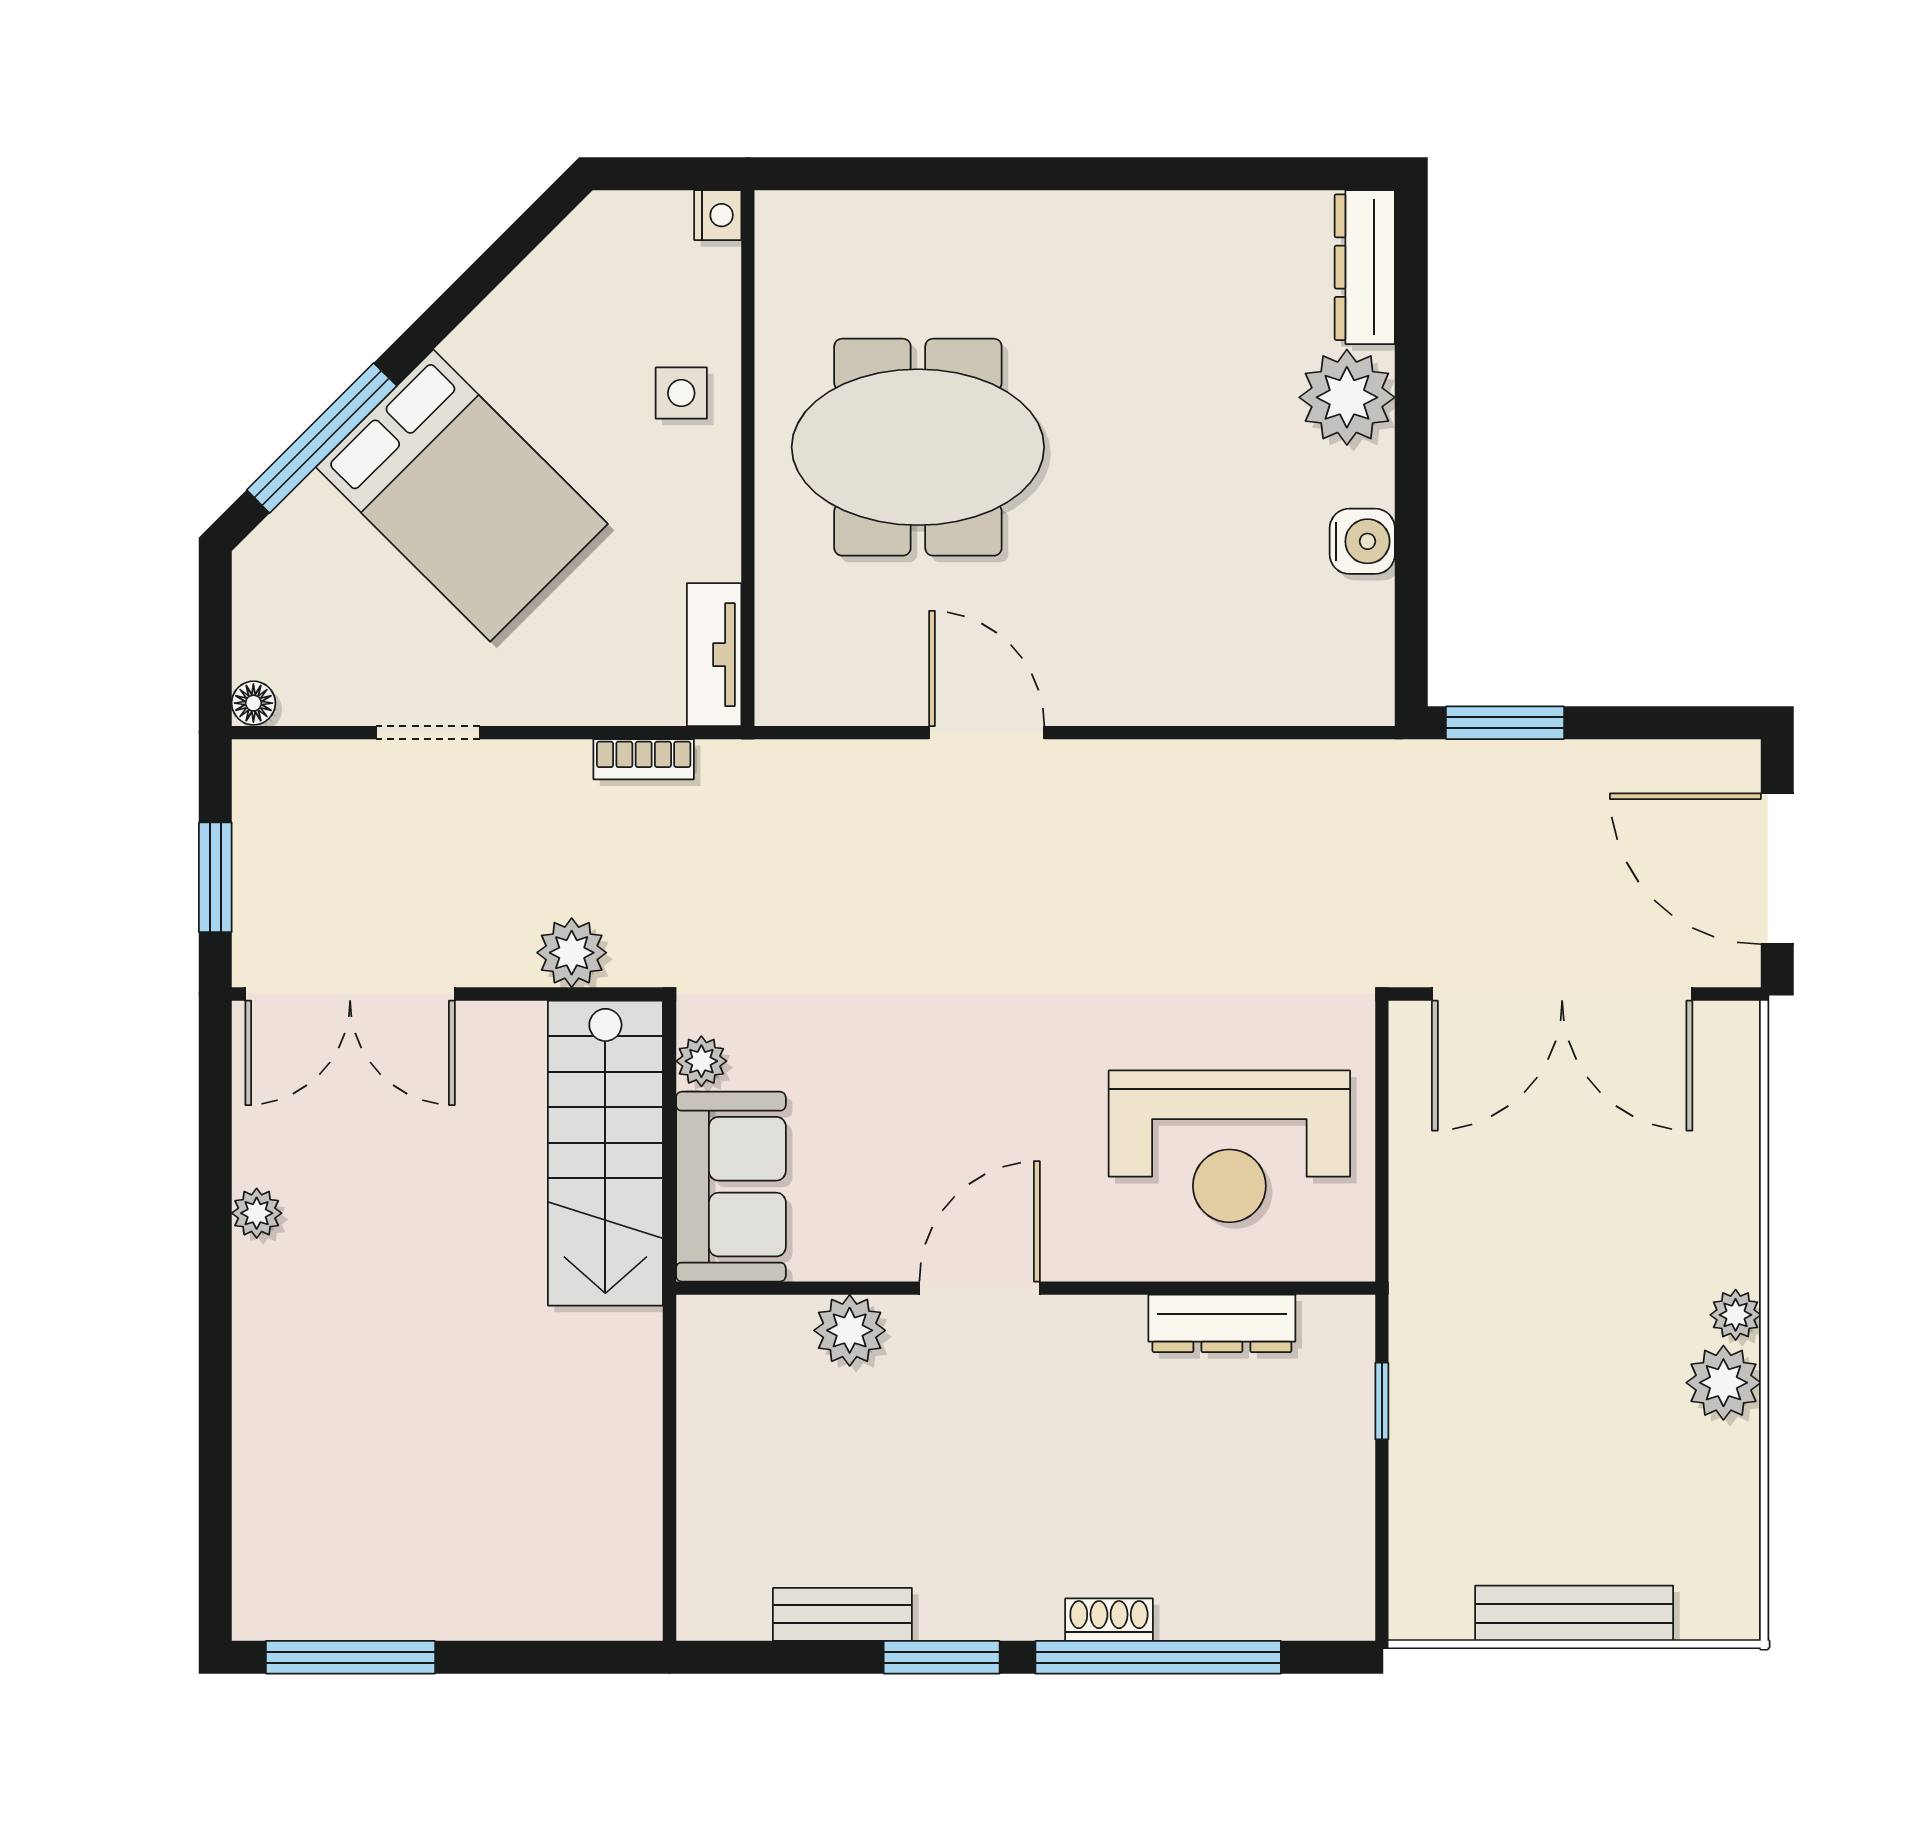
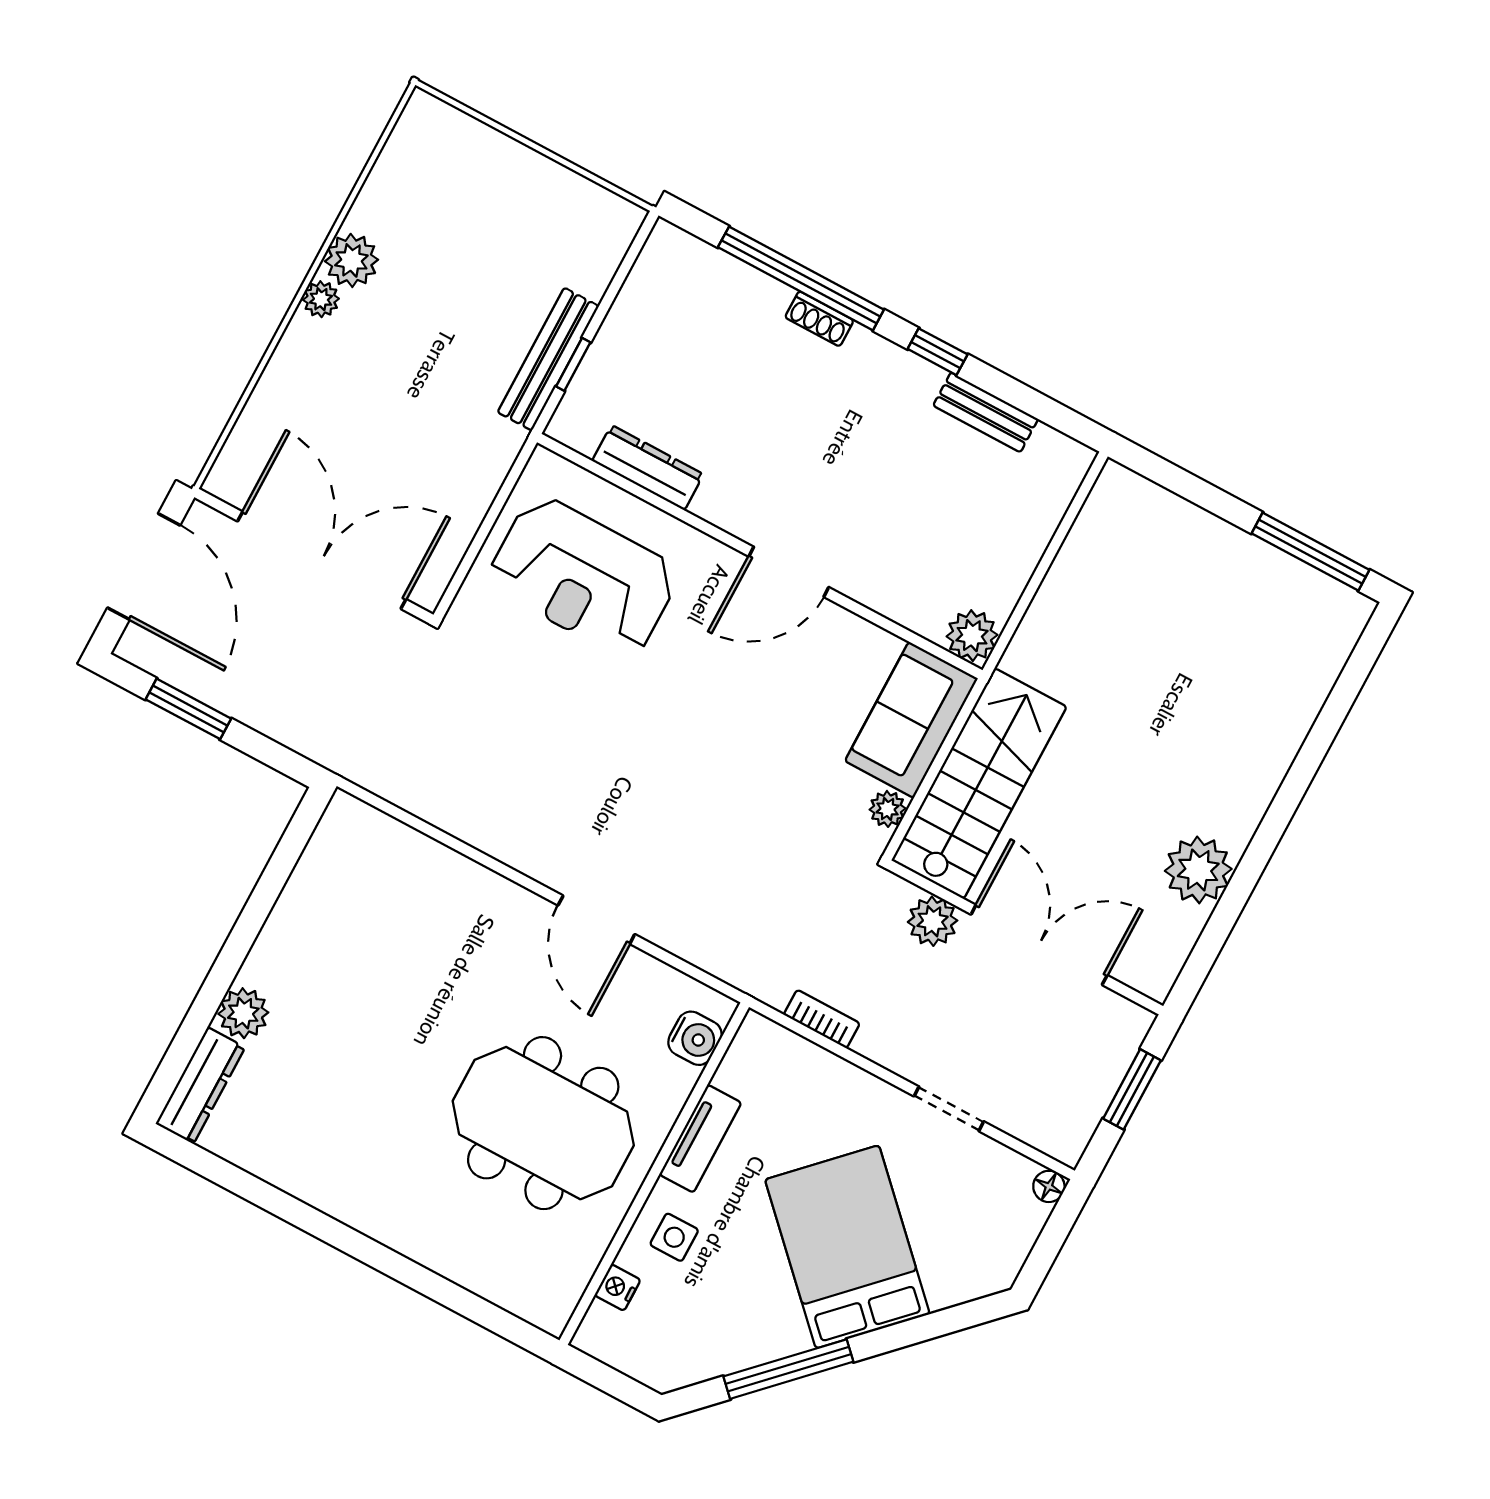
nightstand: (718, 215) -> (618, 1287), moved
plant: (1347, 397) -> (243, 1013), width x0.73, depth x0.73
window: (322, 438) -> (788, 1369), moved
water cooler: (1362, 541) -> (695, 1038), moved, turned 180
tv unit: (714, 655) -> (700, 1139), moved
window: (1505, 723) -> (188, 709), moved
double door: (350, 994) -> (1039, 945), moved
reception desk: (1229, 1146) -> (583, 577), turned 180
plant: (257, 1213) -> (1198, 870), width x1.87, depth x1.87
plant: (850, 1330) -> (972, 636), moved
bench: (1574, 1613) -> (548, 359), moved, turned 90
window: (942, 1657) -> (938, 352), width x0.67

